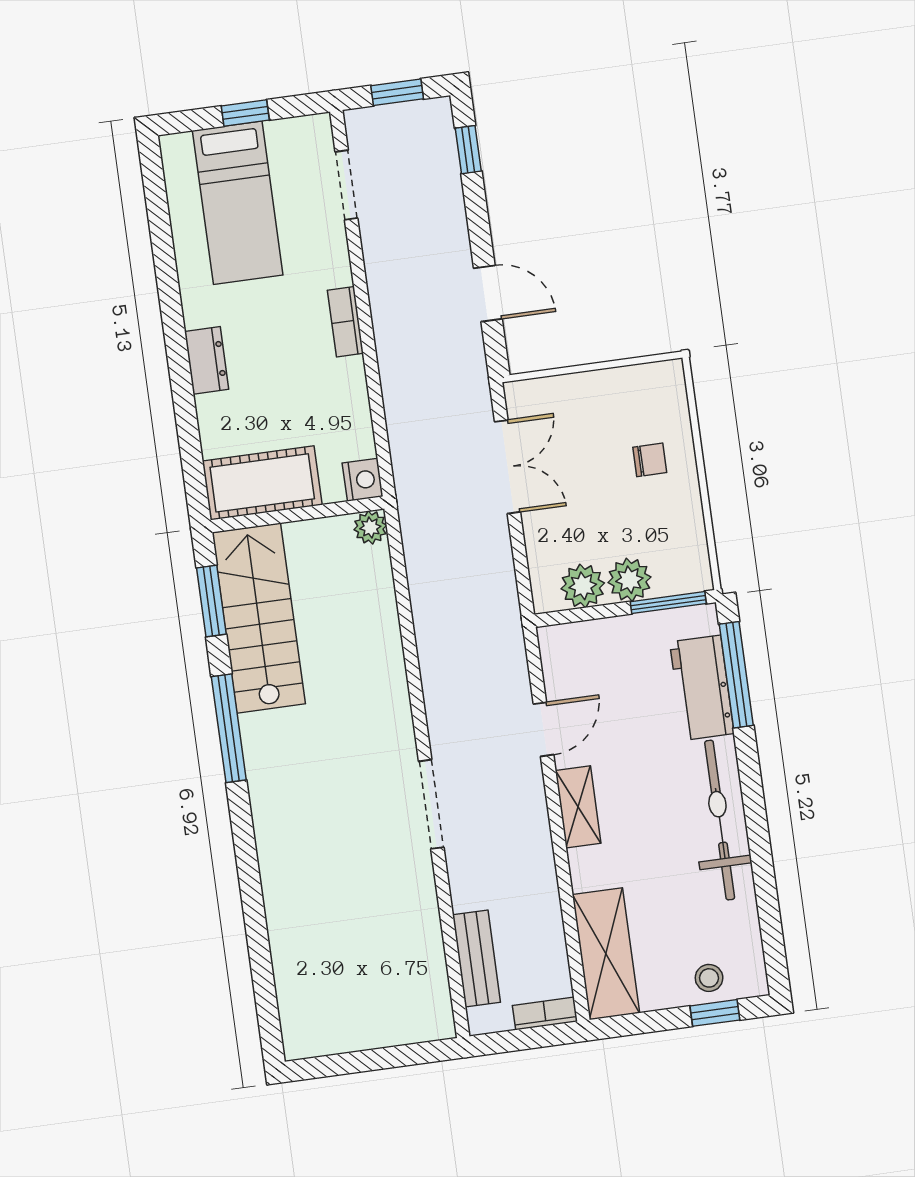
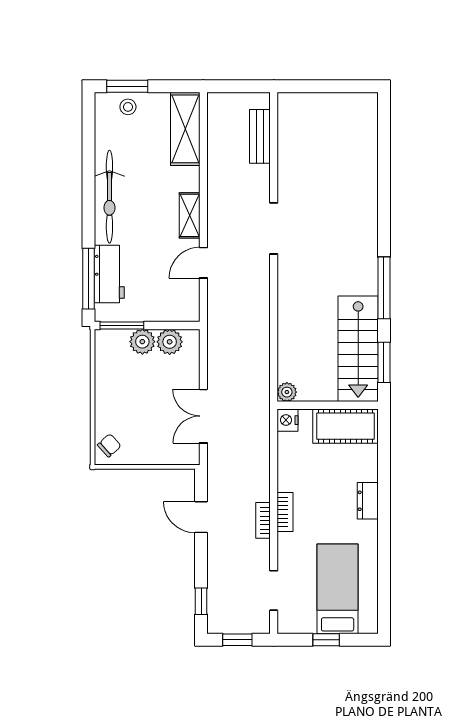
chair: (650, 460) -> (109, 445), moved, turned 138
bookcase: (545, 1013) -> (263, 520), moved, turned 90
window: (715, 1013) -> (127, 86), width x1.50

